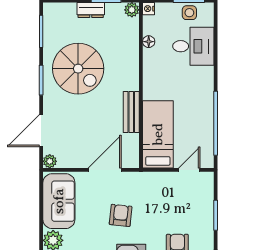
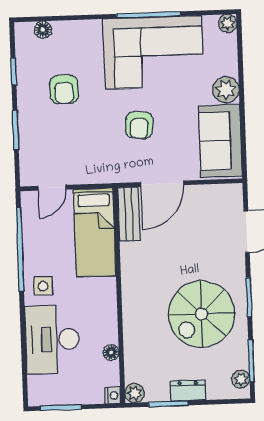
side table: (189, 13) -> (43, 286), moved
desk: (193, 46) -> (52, 339), width x1.37
spiral stairs: (78, 69) -> (201, 314), turned -90
bench: (131, 112) -> (129, 214), moved
plant: (50, 161) -> (241, 379), moved

